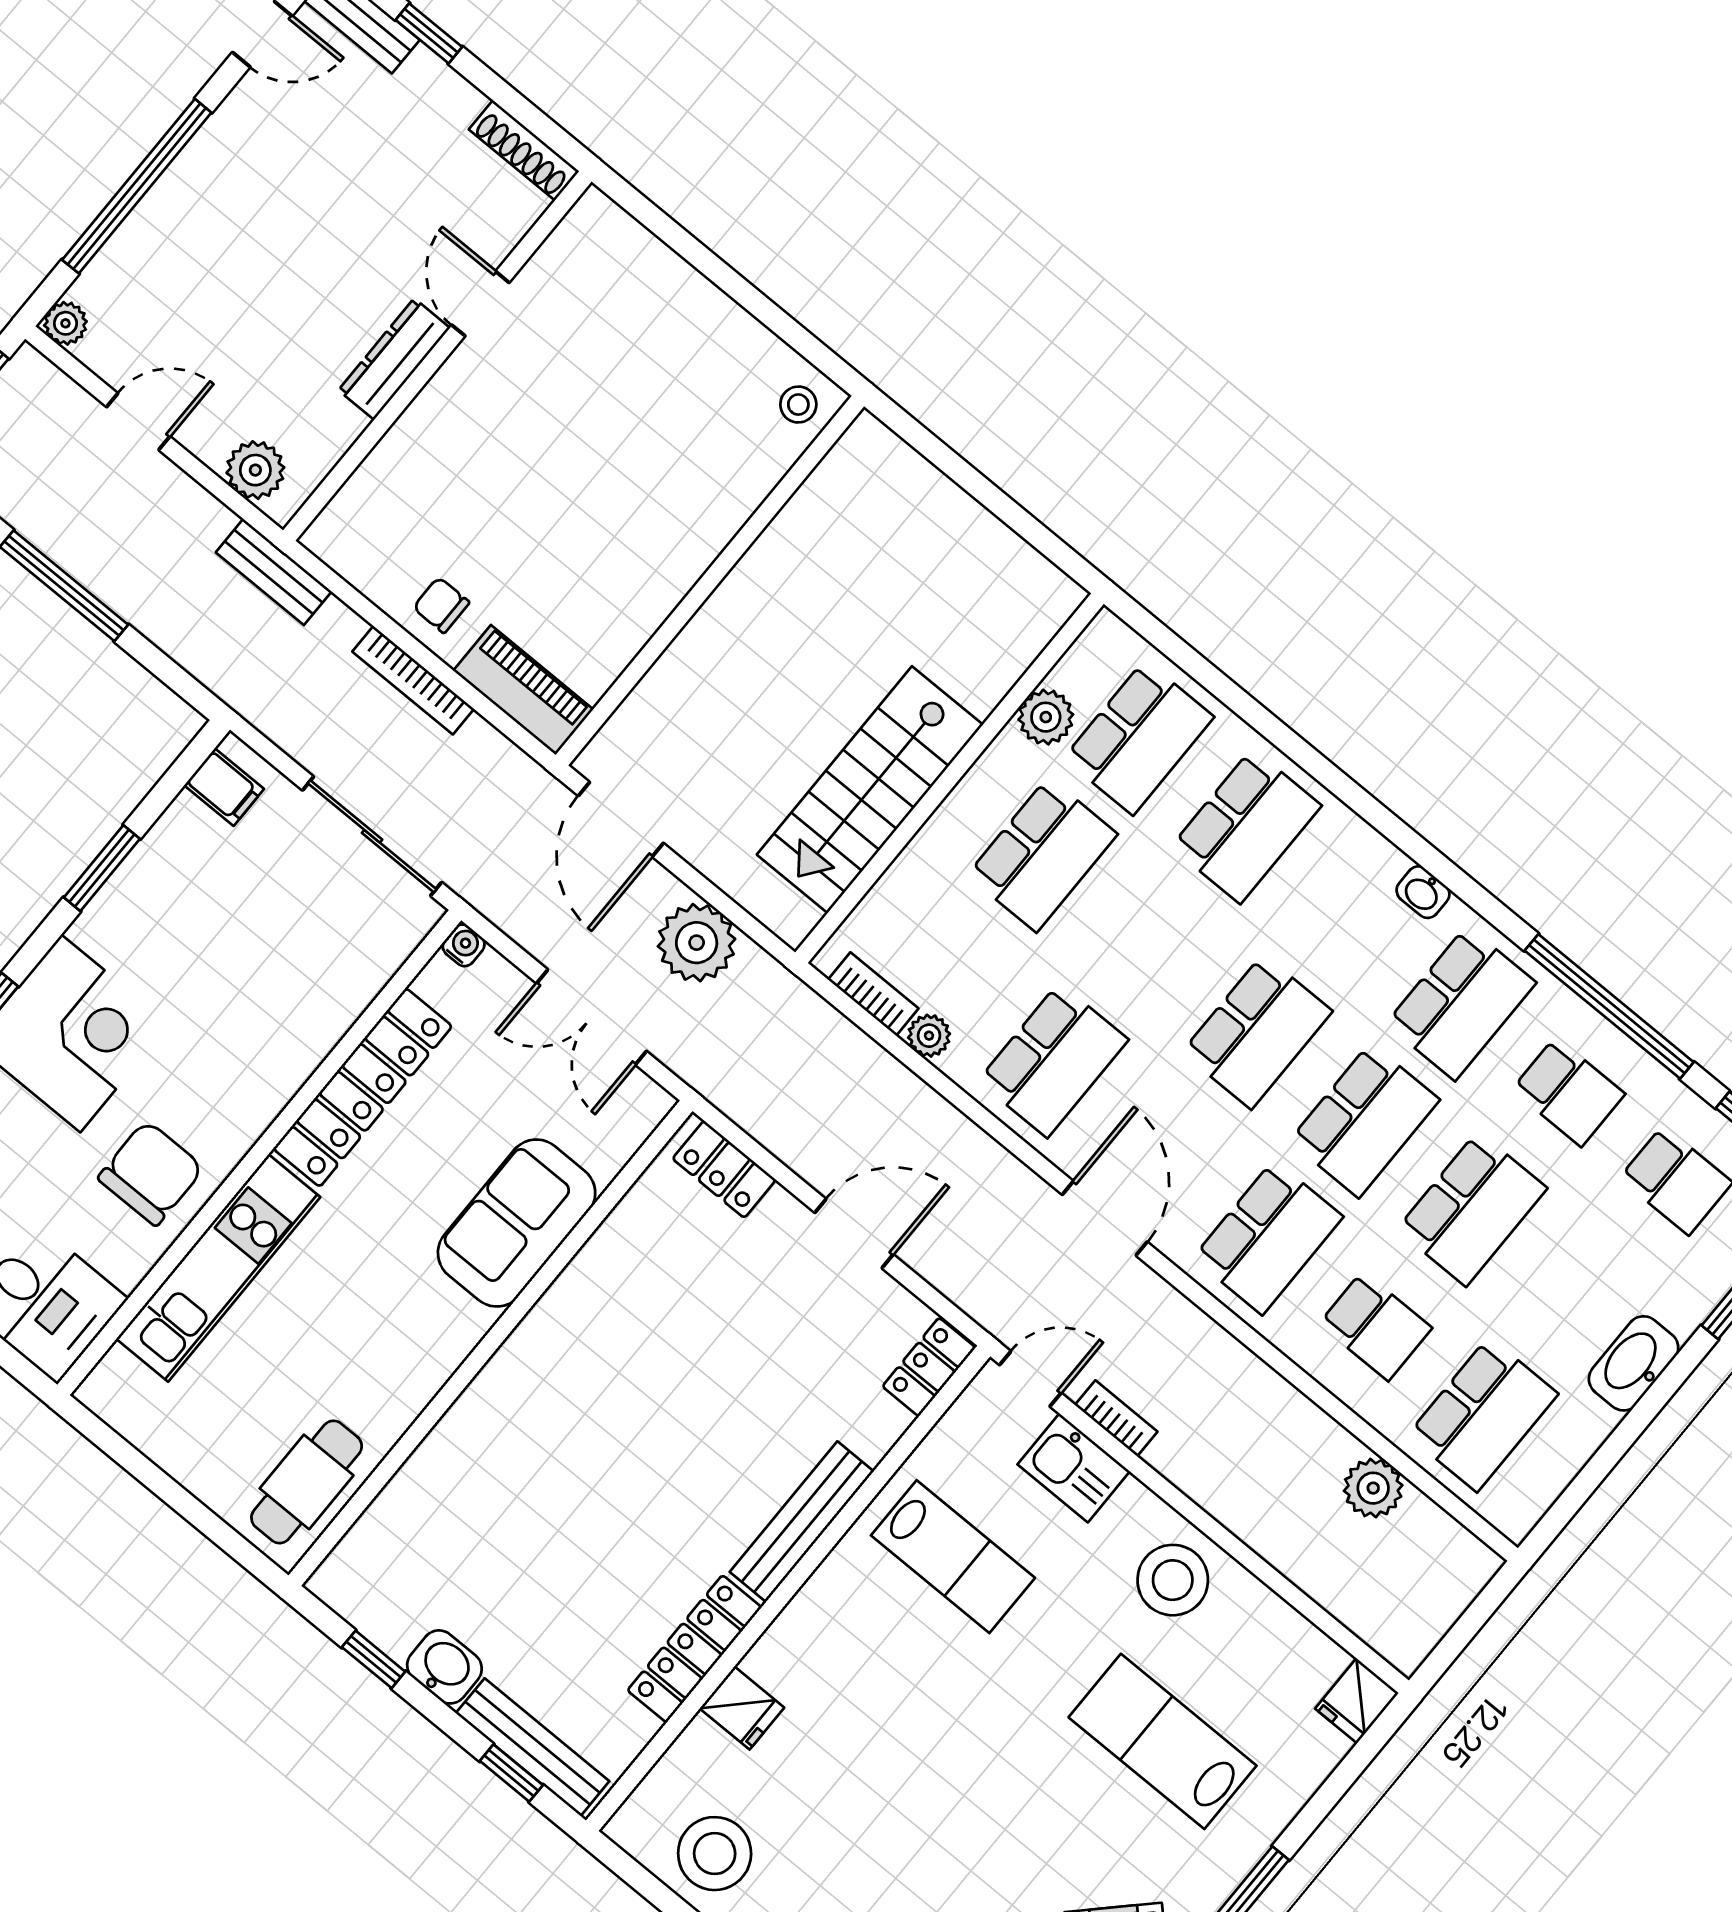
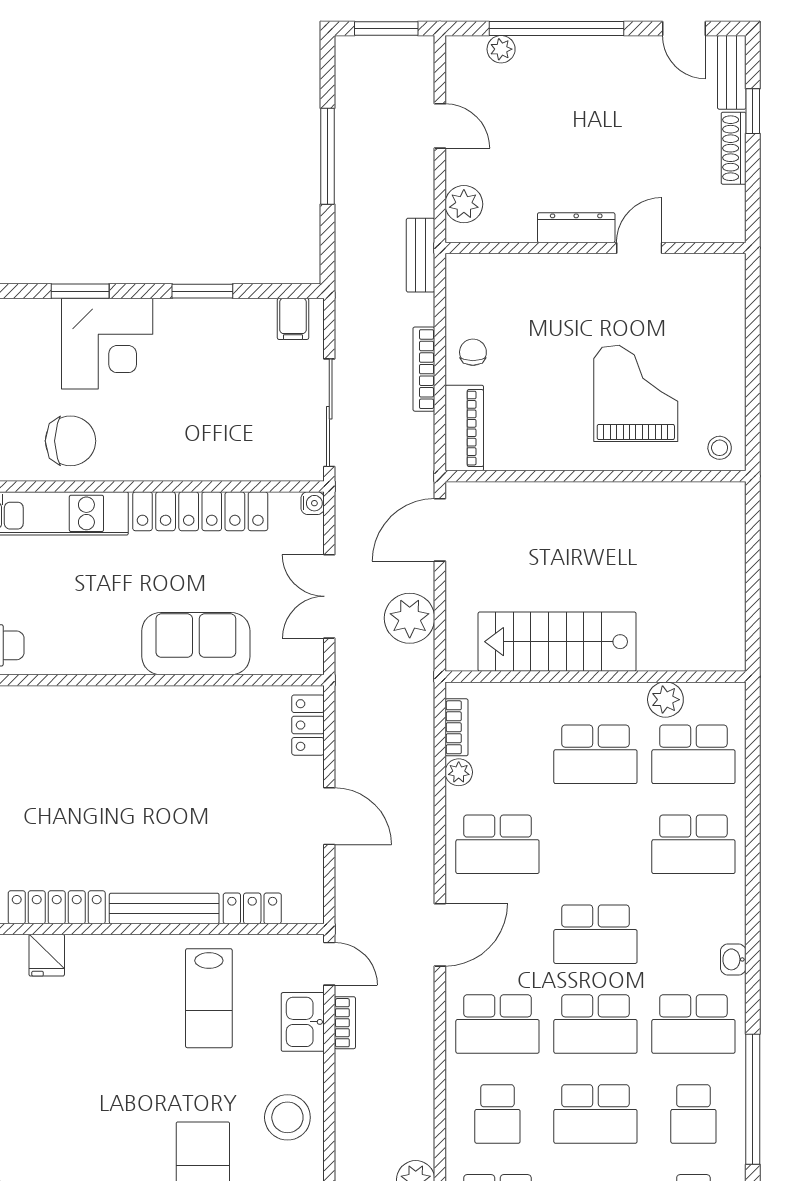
shoe rack: (524, 150) -> (734, 148), moved
plant: (65, 323) -> (501, 49), moved
grand piano: (651, 451) -> (636, 393), added
locker: (929, 1367) -> (252, 908), moved

